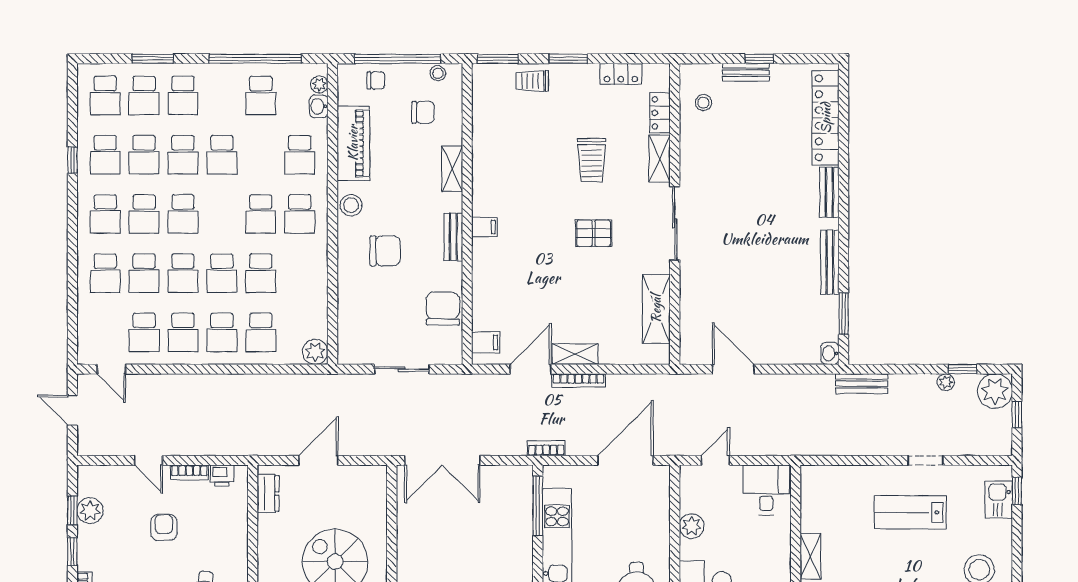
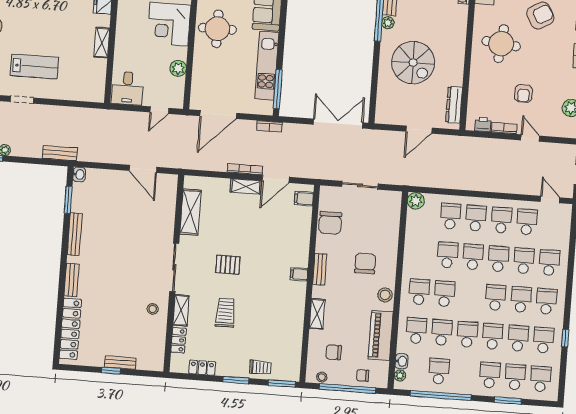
stool: (703, 103) -> (153, 309), moved
school desk: (261, 155) -> (442, 332), added
chair: (385, 251) -> (365, 263), turned 90
dresser: (268, 494) -> (454, 105), width x1.44

